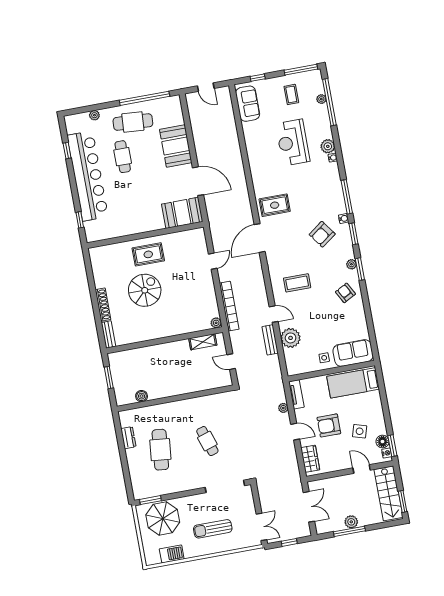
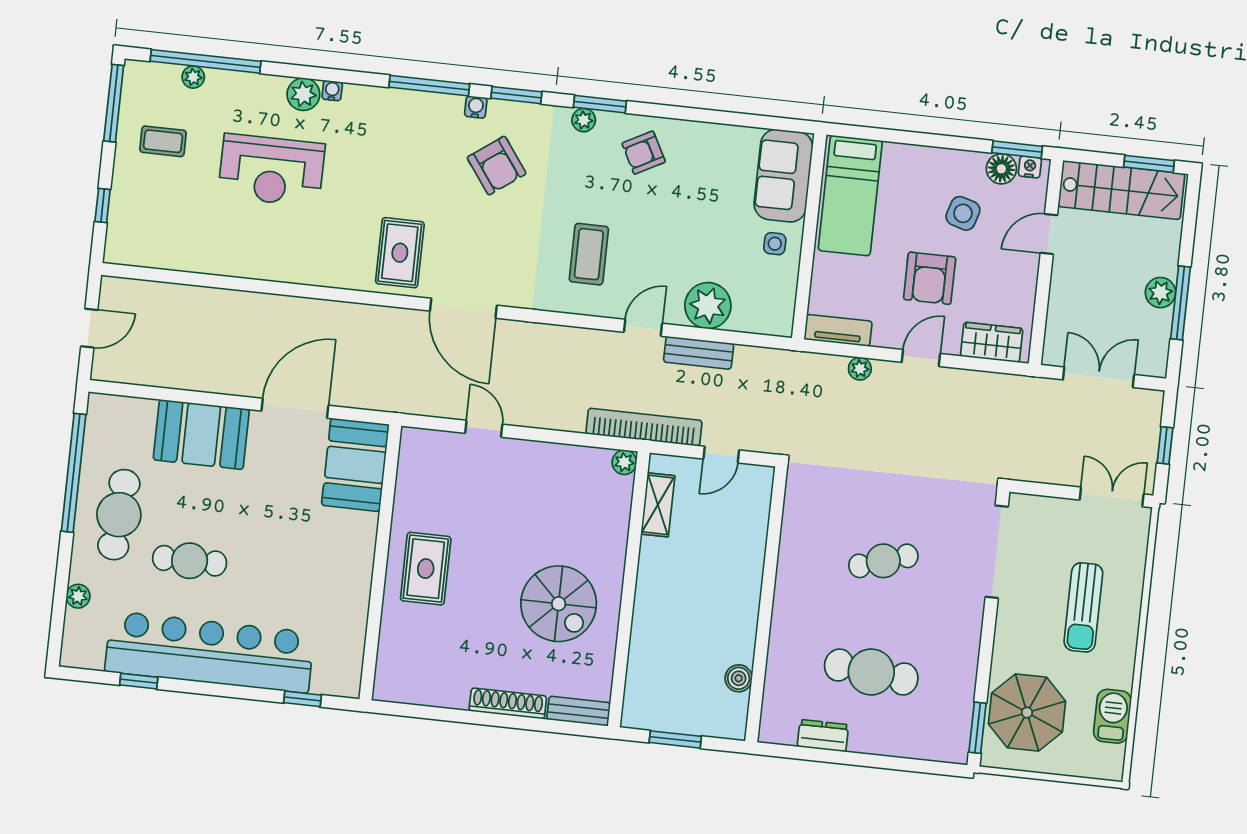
sofa: (248, 104) -> (154, 245), removed
spiral stairs: (145, 290) -> (559, 604), moved, turned 180
bookcase: (229, 306) -> (644, 427), moved

